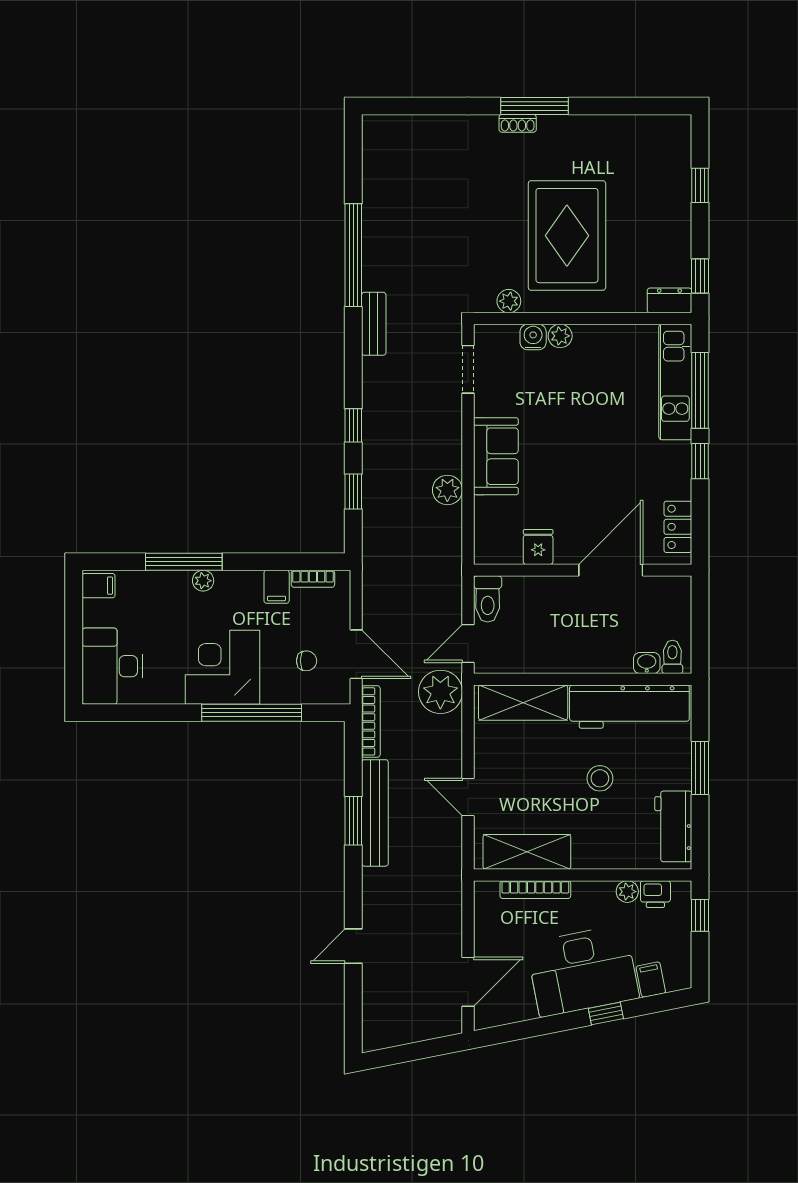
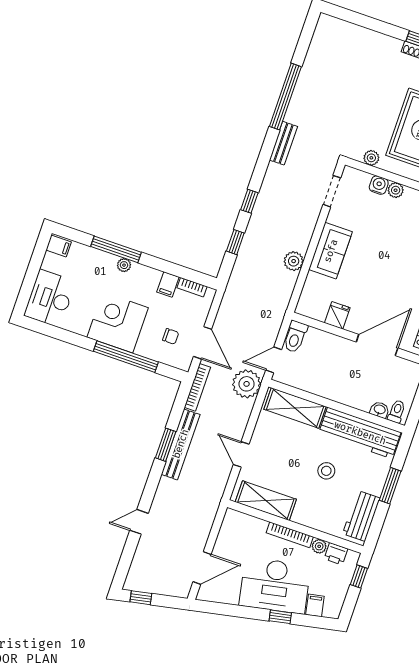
bookcase: (535, 890) -> (290, 535), moved
window: (394, 1055) -> (141, 598), added

